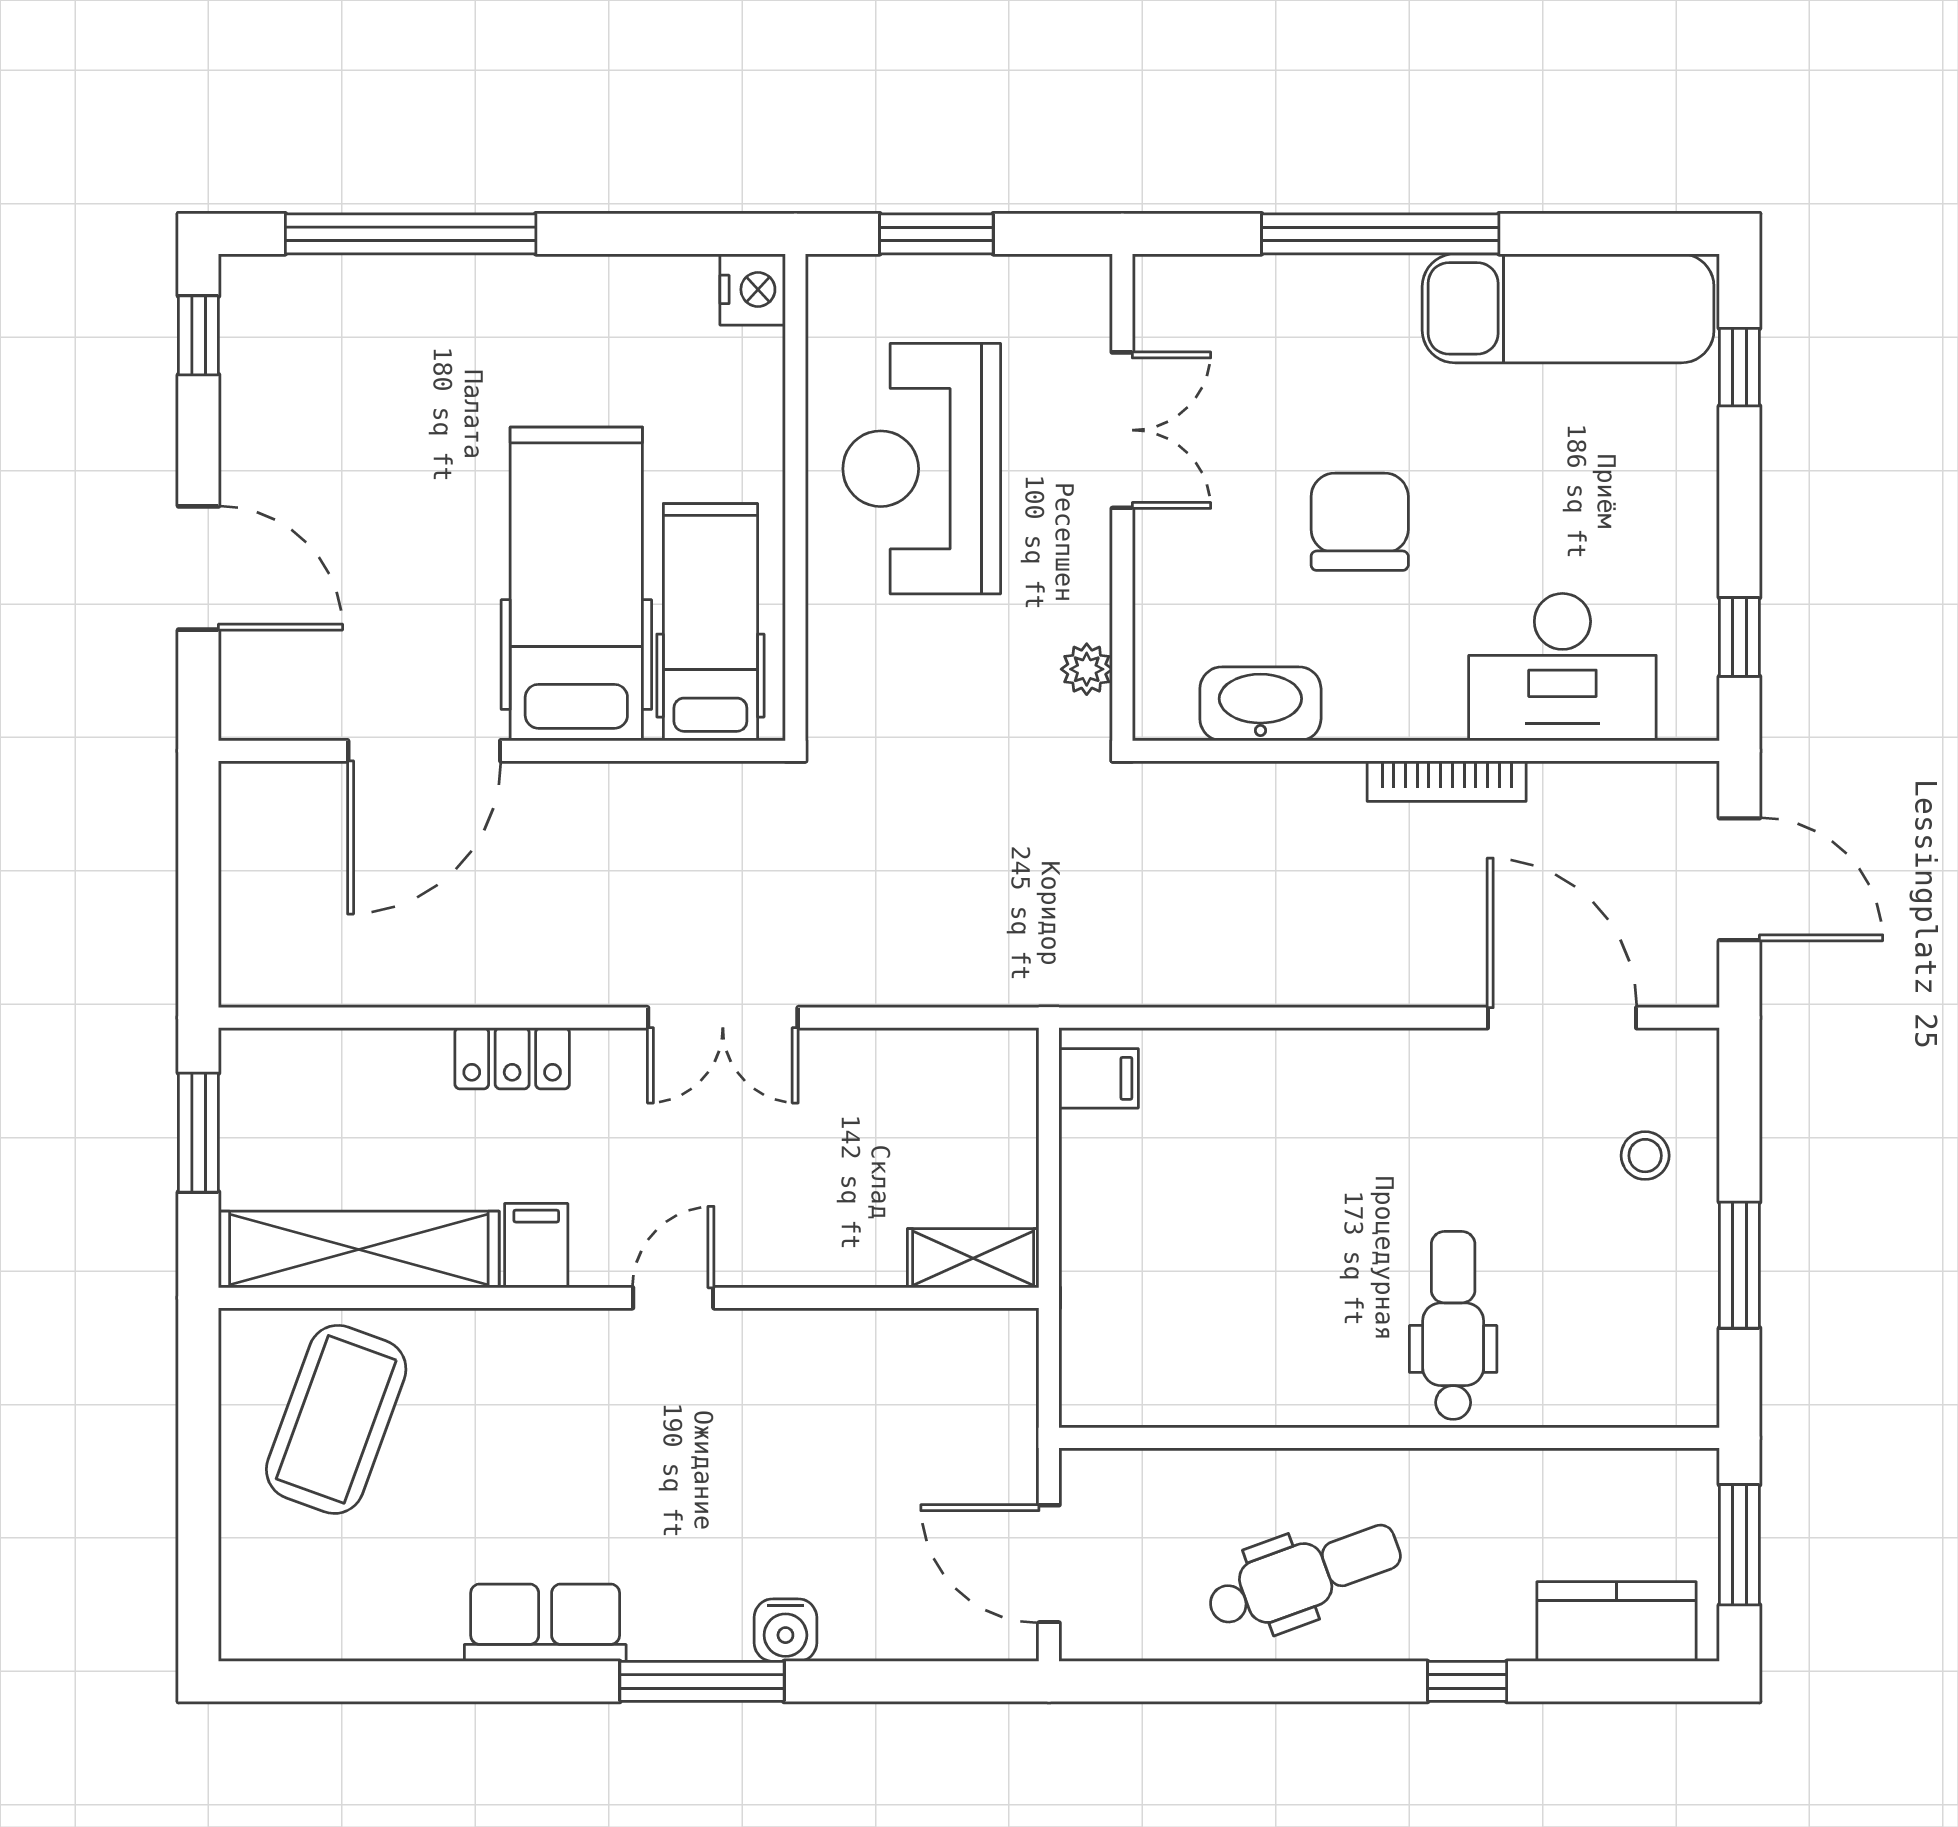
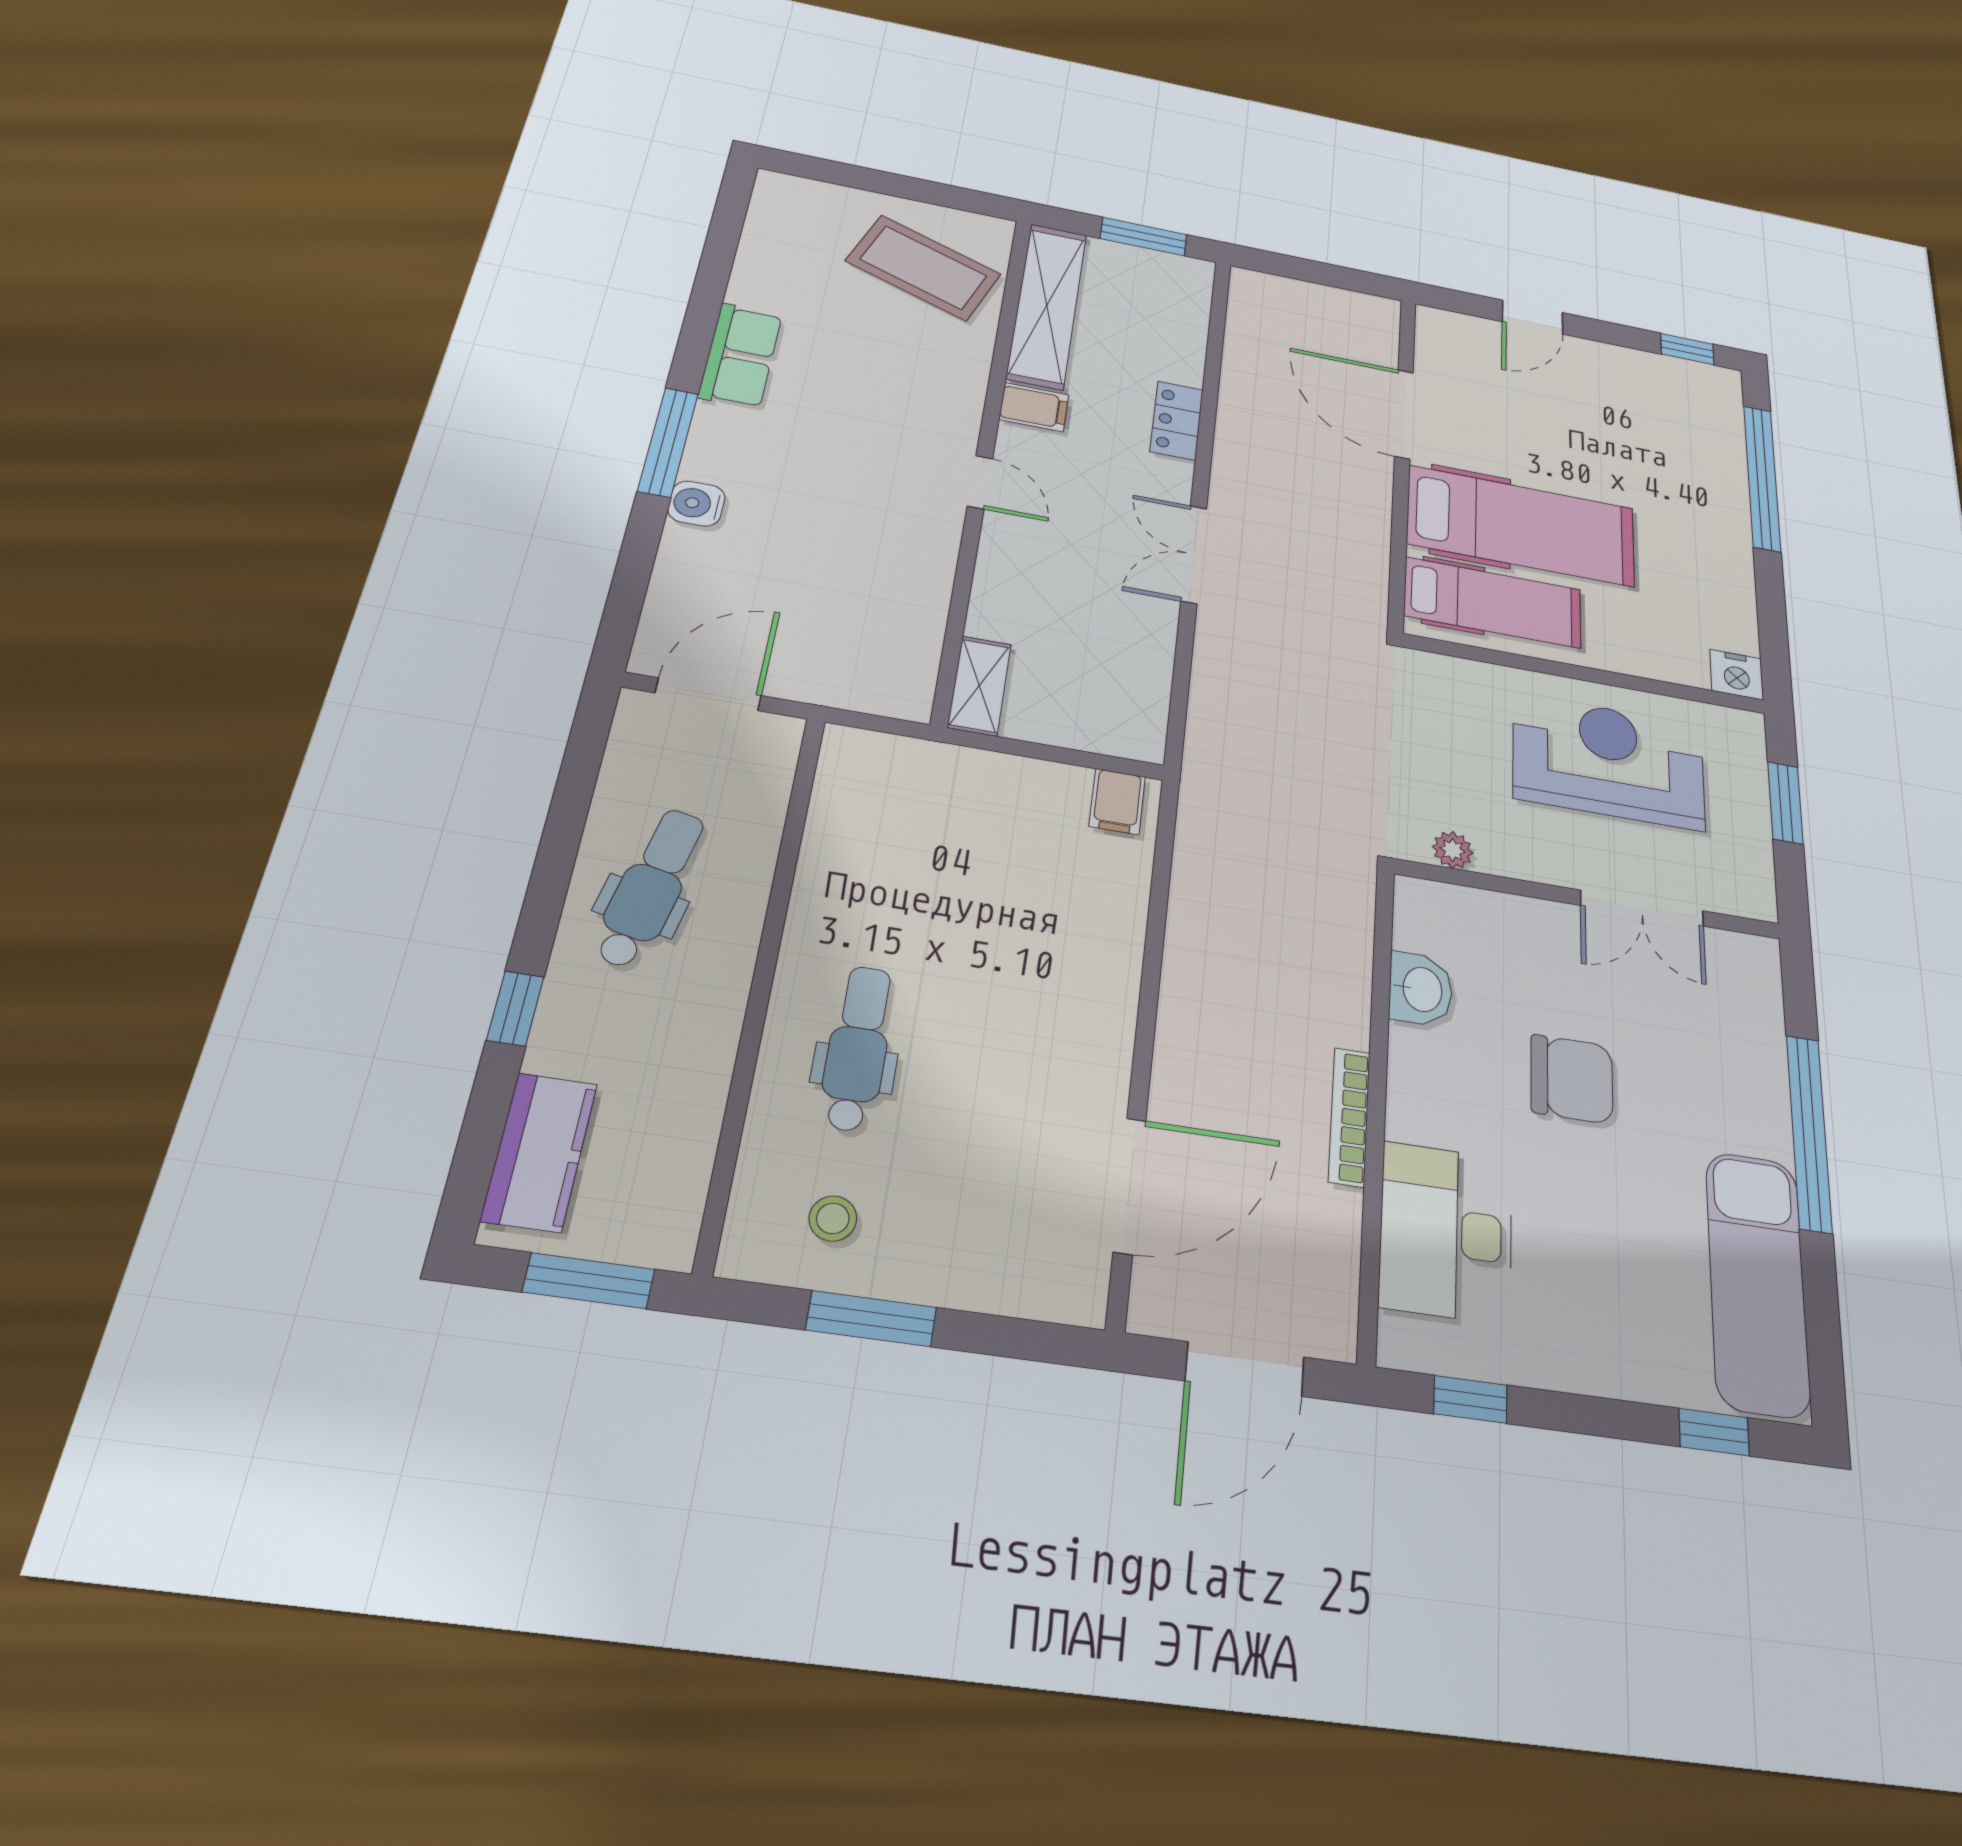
door: (198, 568) -> (1533, 317), width x0.73
washbasin: (1260, 704) -> (1421, 989), width x0.72
stool: (1645, 1156) -> (833, 1218), moved
dental chair: (1453, 1325) -> (858, 1048), turned -90
dental chair: (1304, 1576) -> (650, 887), turned -148

